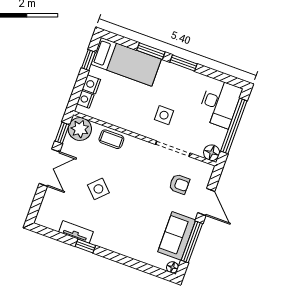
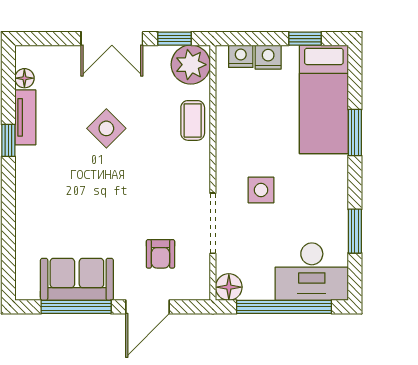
window: (184, 63) -> (355, 231), moved
floor lamp: (172, 267) -> (24, 78), moved

